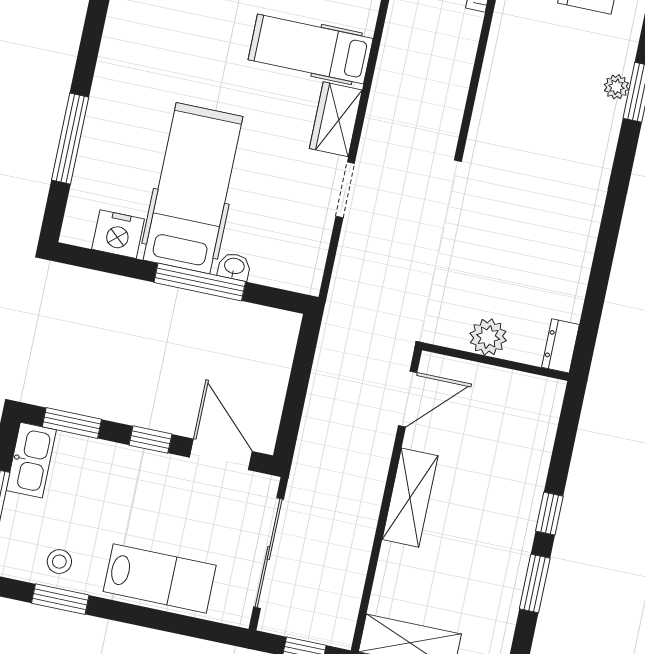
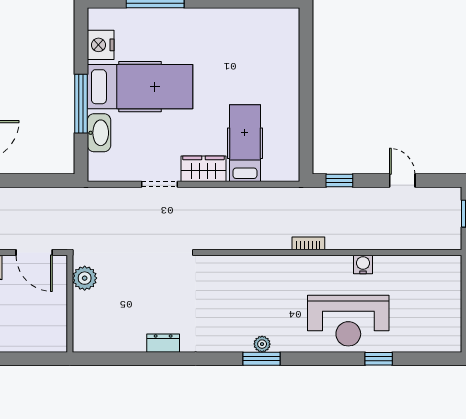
washbasin: (234, 267) -> (99, 133), width x1.91, depth x1.45
plant: (488, 337) -> (85, 278), moved
dresser: (560, 346) -> (163, 343), moved

